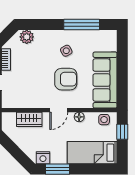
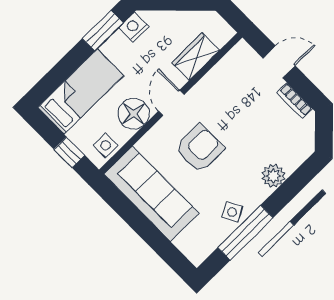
plant: (27, 37) -> (273, 176), moved
side table: (66, 51) -> (232, 212), moved
armchair: (66, 79) -> (200, 148), turned 180
floor lamp: (79, 117) -> (134, 114), width x1.89, depth x1.89

